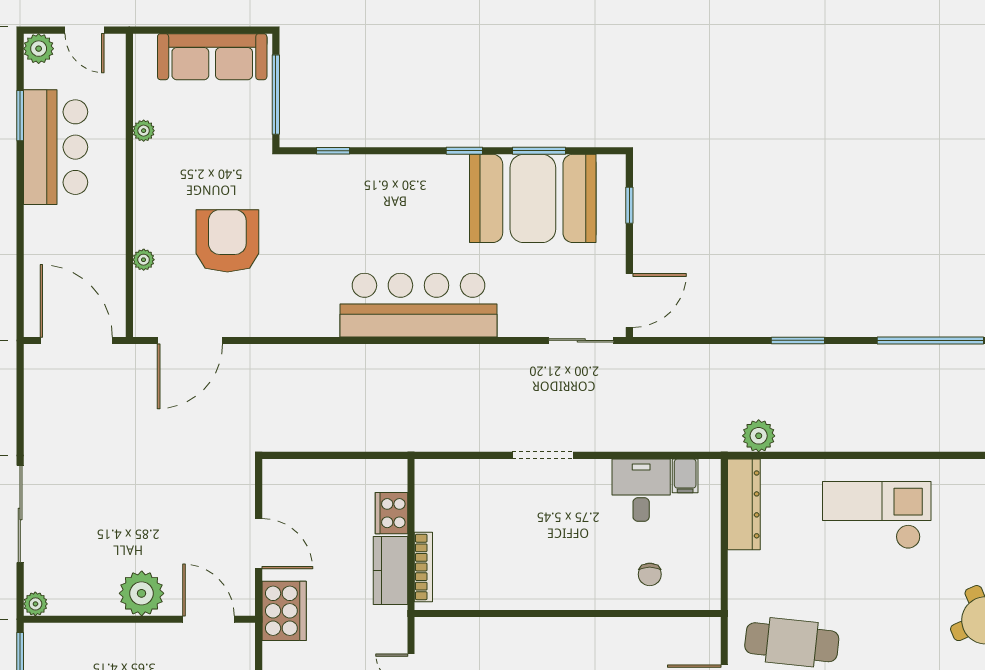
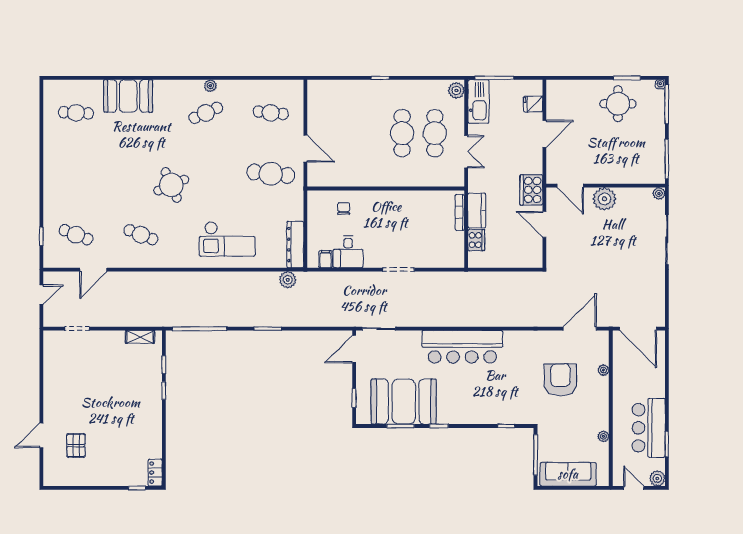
armchair: (227, 241) -> (560, 380), turned 180

